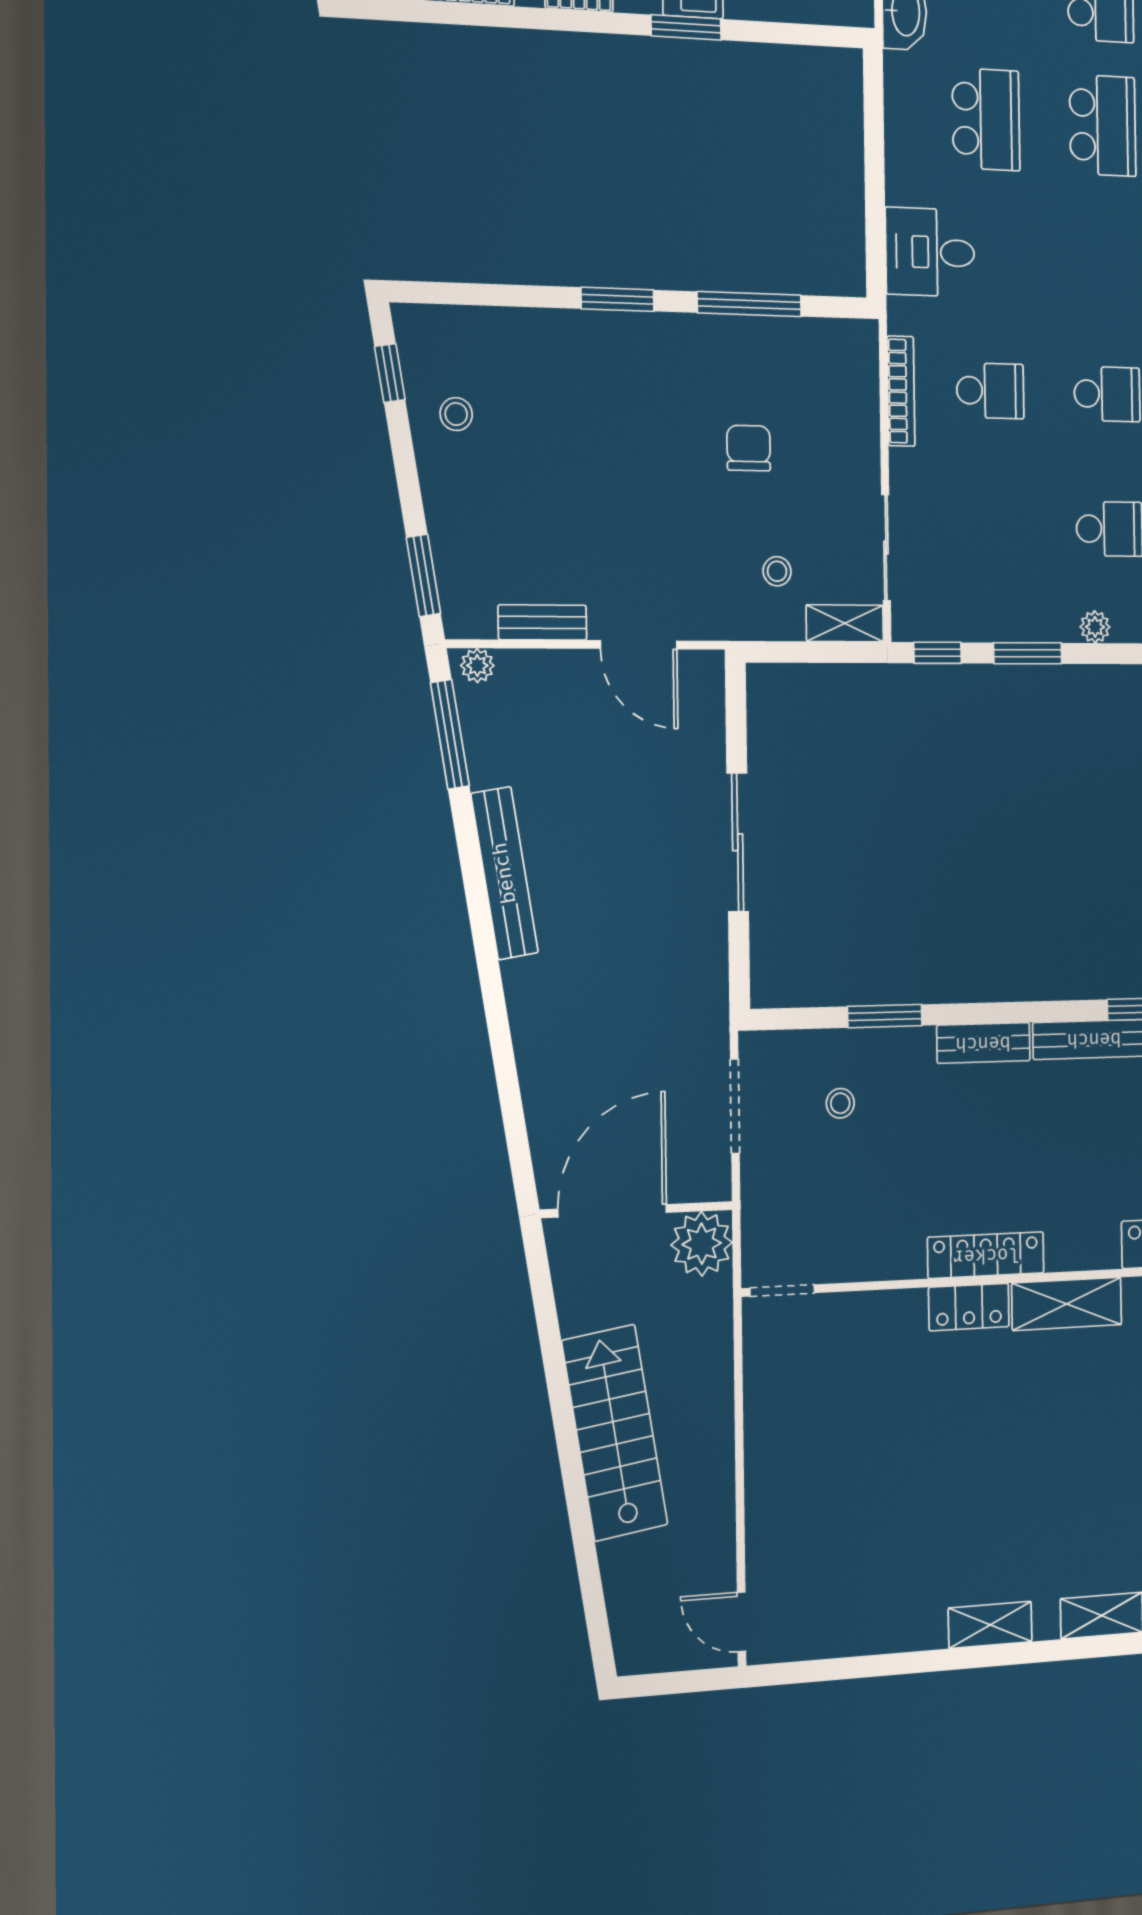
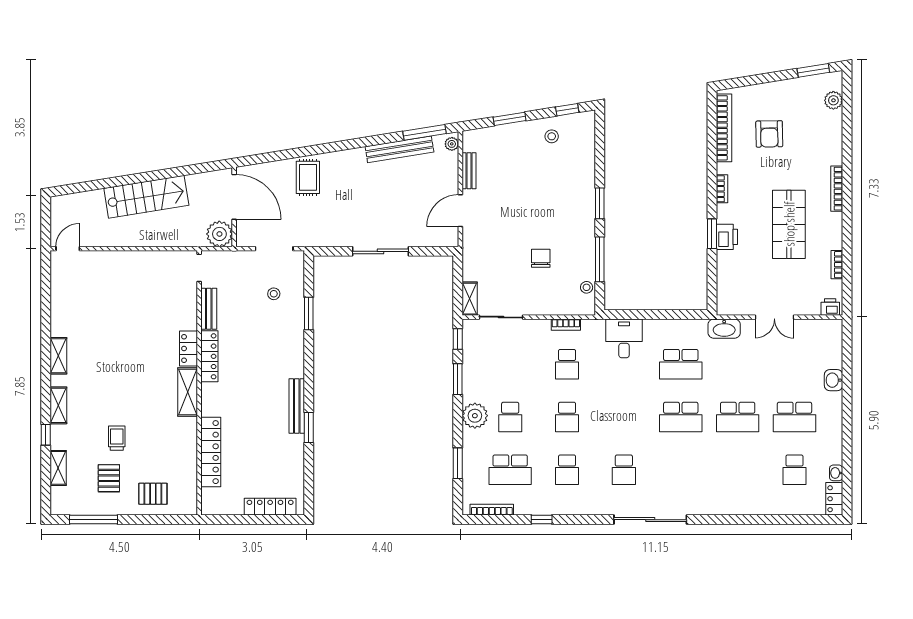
bookcase: (901, 391) -> (566, 325), width x0.64
chair: (749, 448) -> (541, 258), turned -90
stool: (777, 571) -> (587, 287), moved
window: (423, 575) -> (510, 119), moved
plant: (1095, 627) -> (475, 416), width x1.87, depth x1.87
bench: (505, 873) -> (399, 149), moved
rug: (563, 1027) -> (308, 177), added
bench: (983, 1043) -> (209, 309), moved

